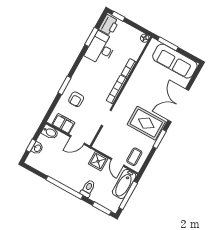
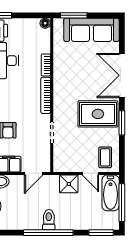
toilet: (88, 189) -> (49, 220), moved

